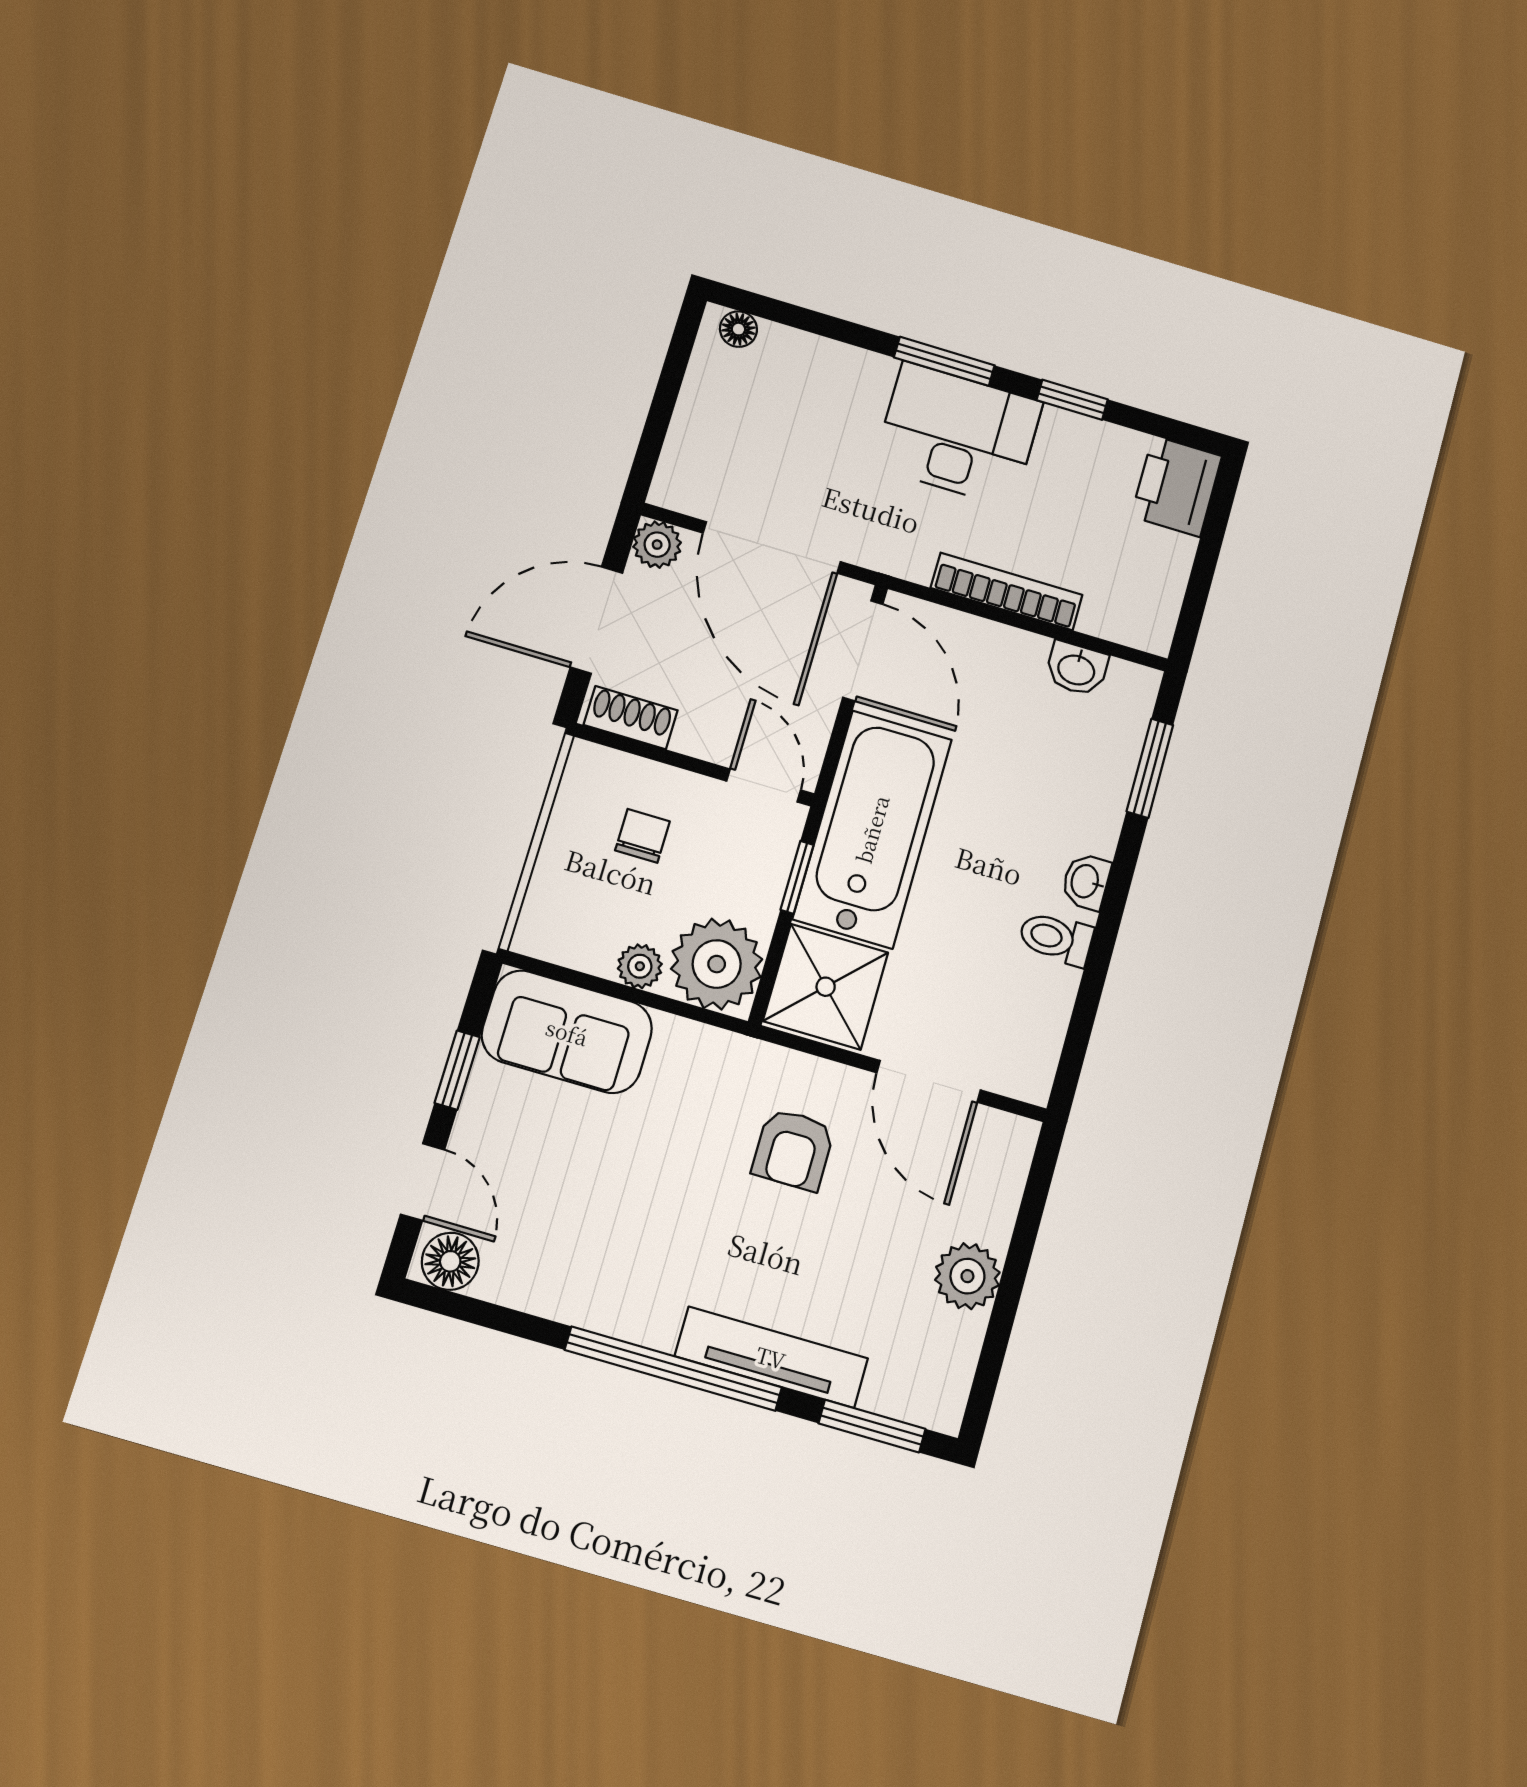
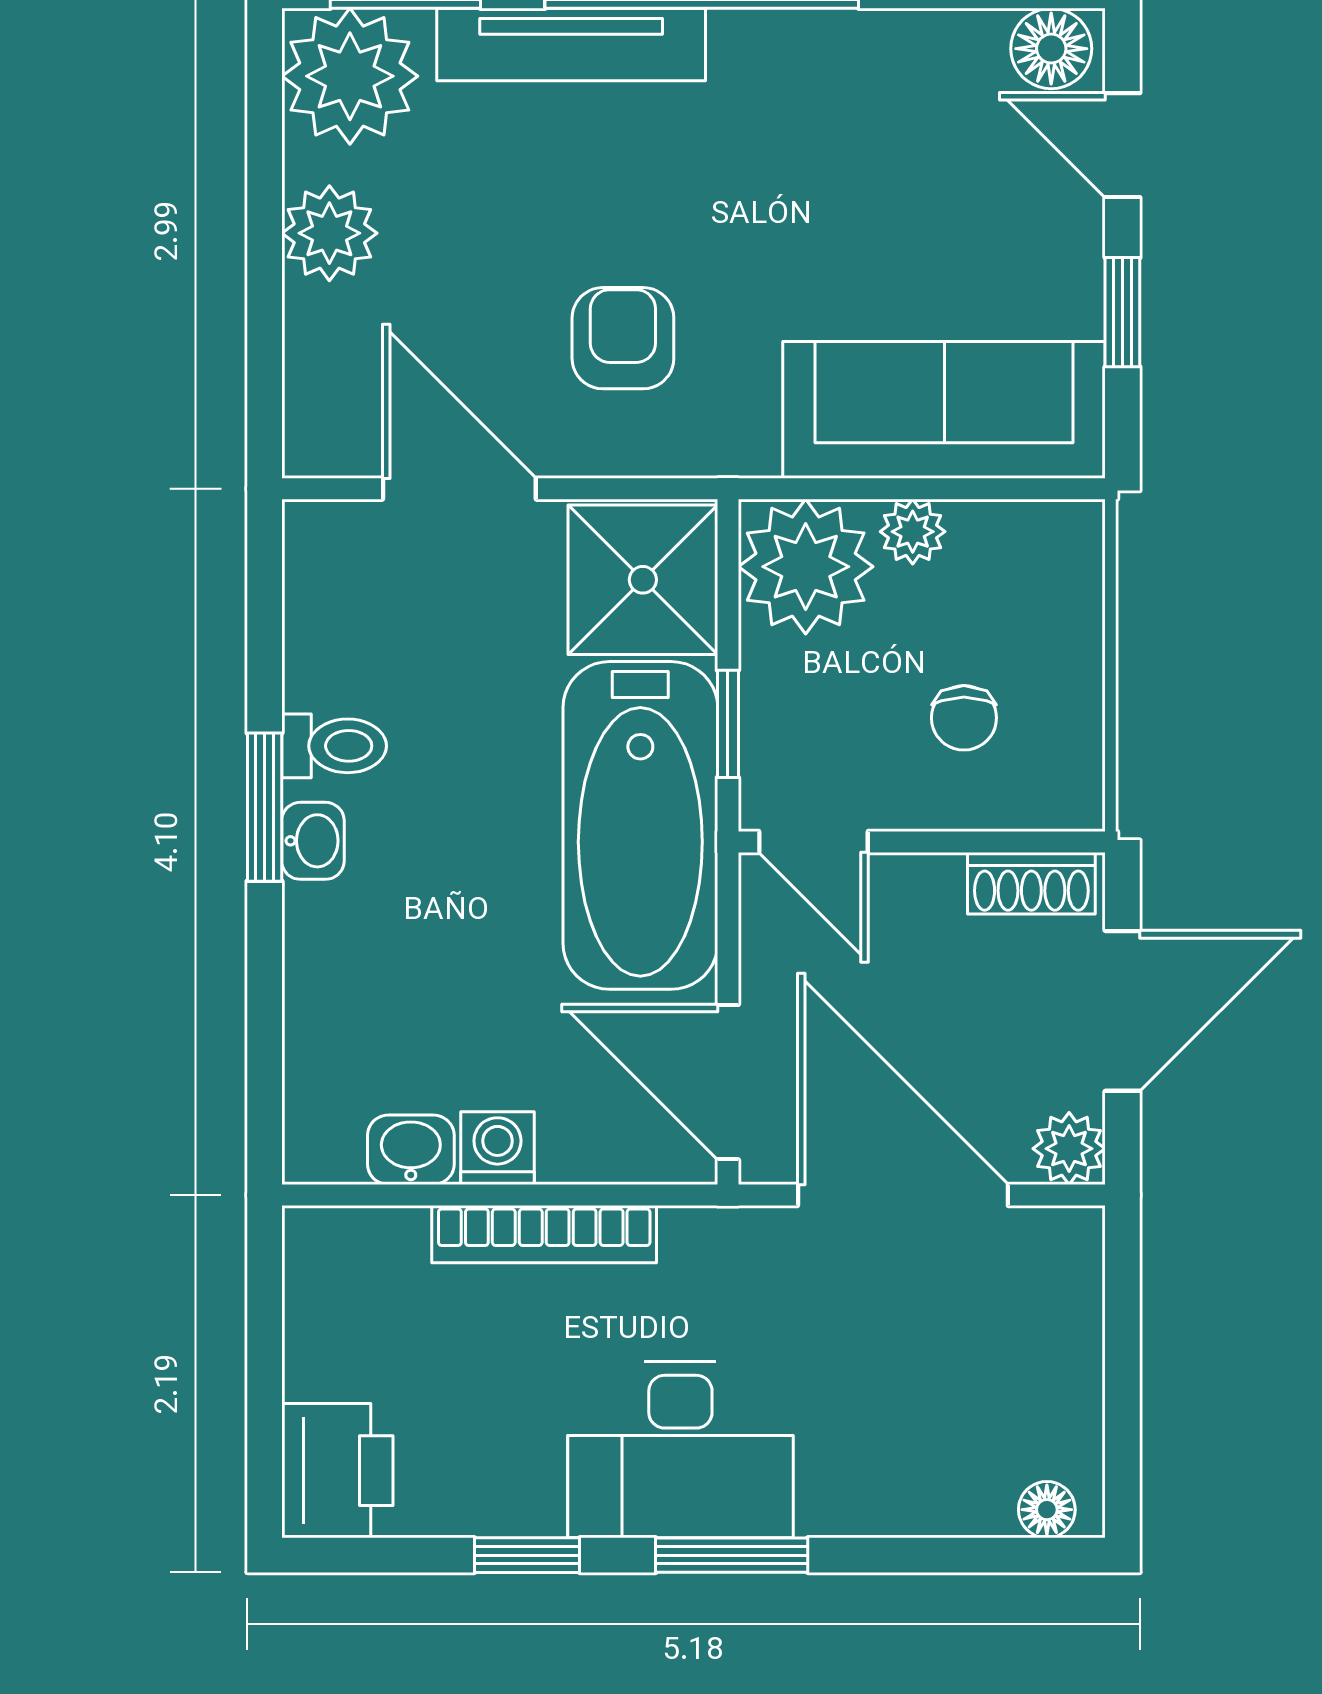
washing machine: (1021, 653) -> (497, 1148), added
window: (1150, 768) -> (265, 807), moved
sofa: (567, 1032) -> (944, 410), width x1.36
plant: (925, 1378) -> (350, 76), added

